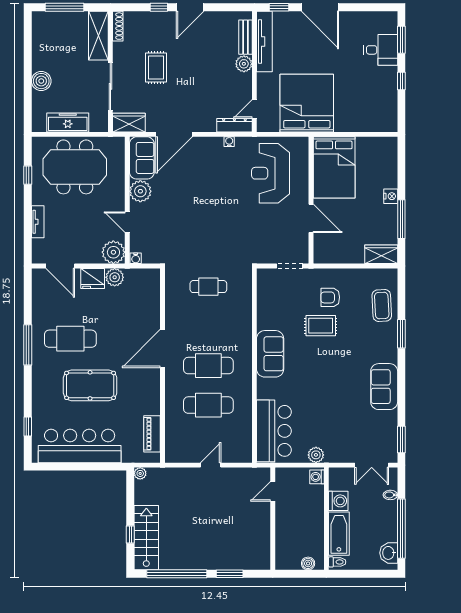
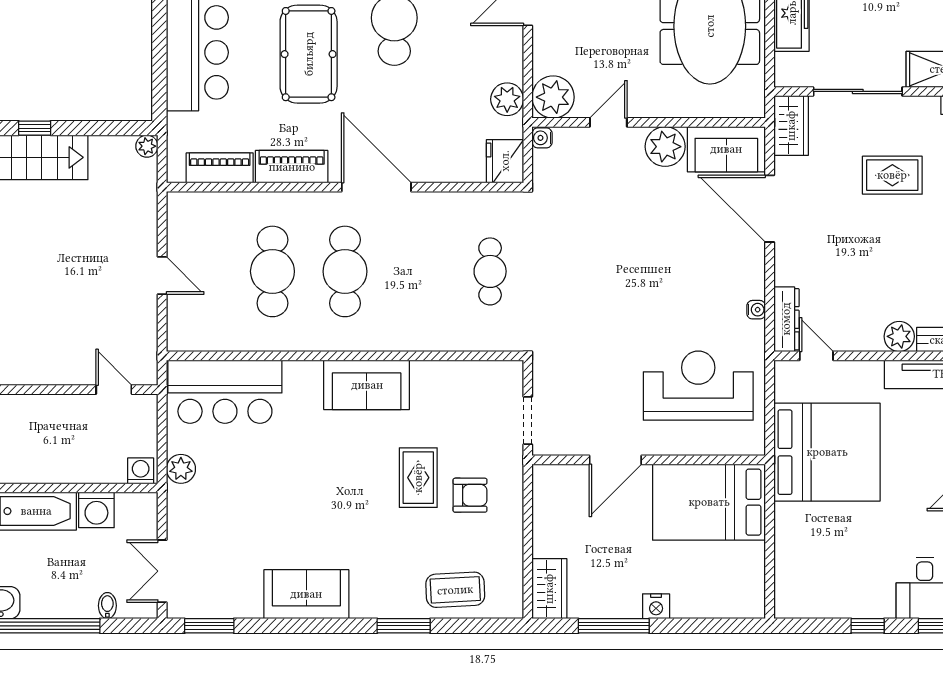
fridge: (93, 278) -> (505, 161), moved
armchair: (330, 297) -> (470, 495), turned 90
piano: (151, 395) -> (292, 167), added

